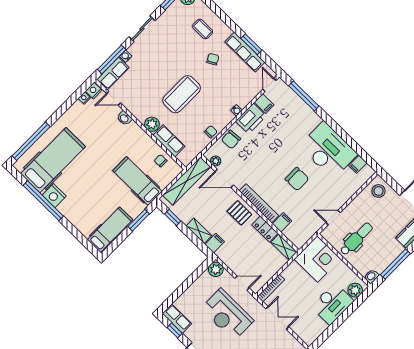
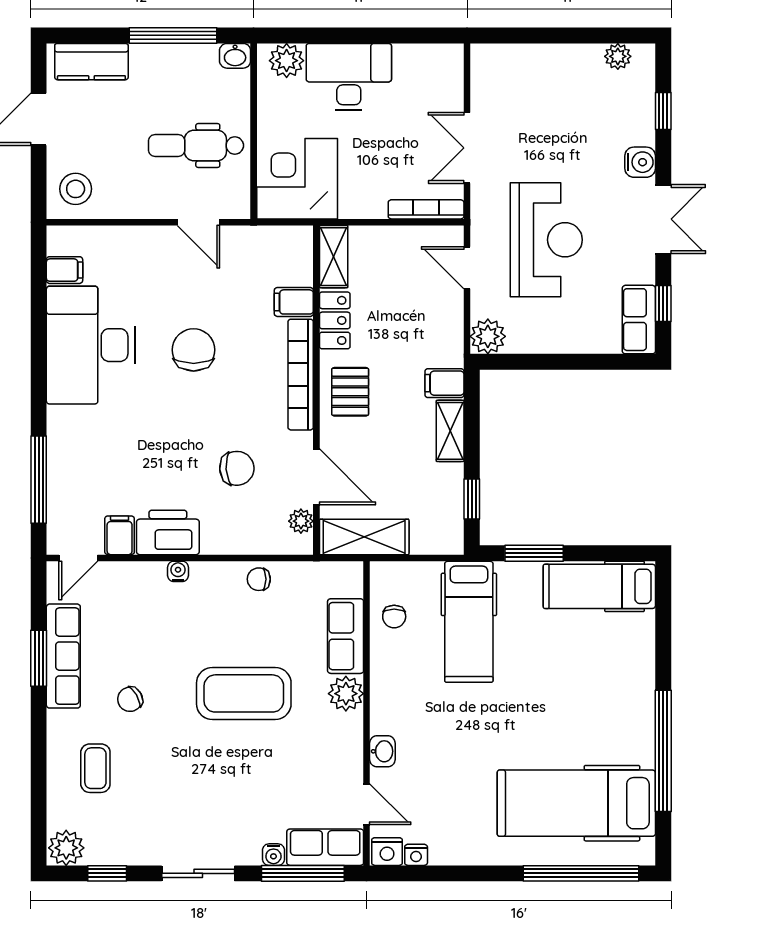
chair: (231, 139) -> (237, 468), moved
shelving: (187, 181) -> (364, 537), width x0.68
nightstand: (54, 196) -> (635, 741), removed

